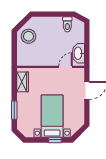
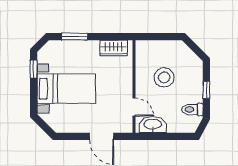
window: (53, 14) -> (206, 90), added
stool: (28, 36) -> (164, 77), moved
window: (55, 140) -> (34, 69), moved

